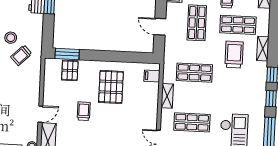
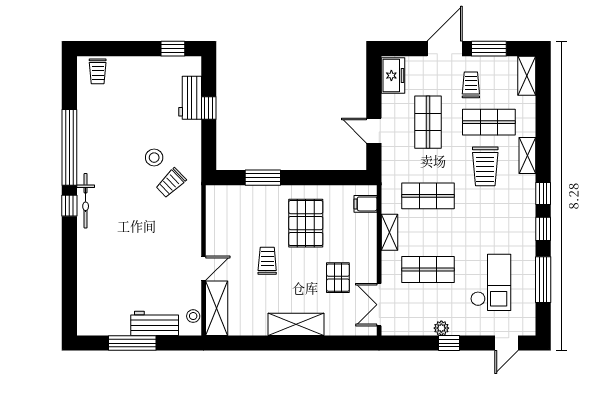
window: (67, 54) -> (263, 178), moved
trolley: (234, 55) -> (485, 166), turned 180
pallet: (70, 70) -> (338, 278), moved

